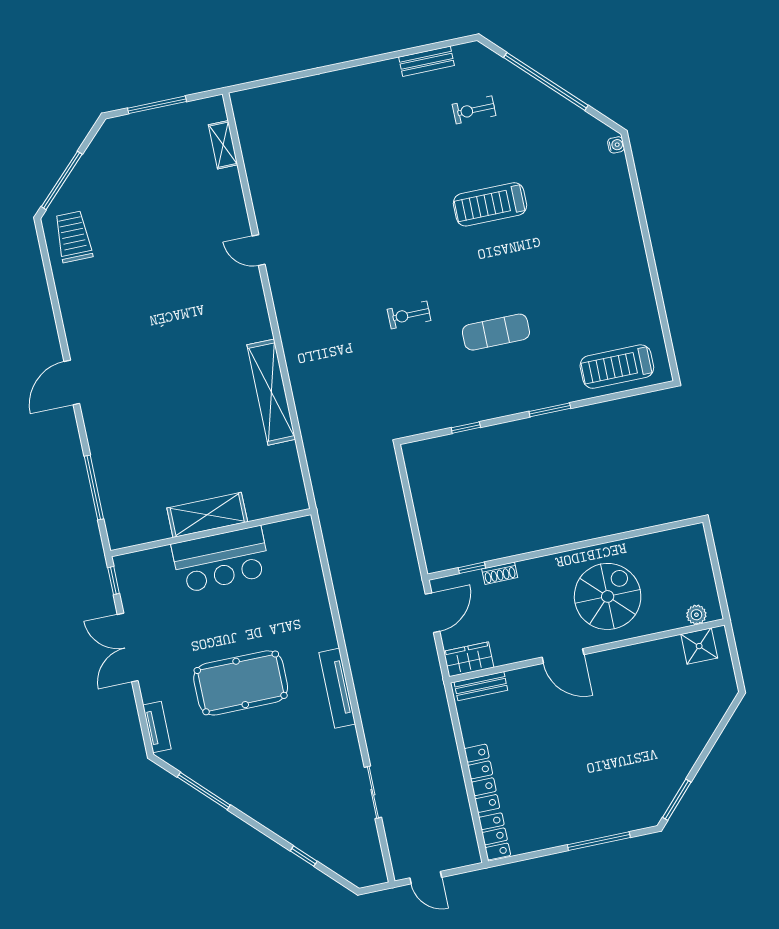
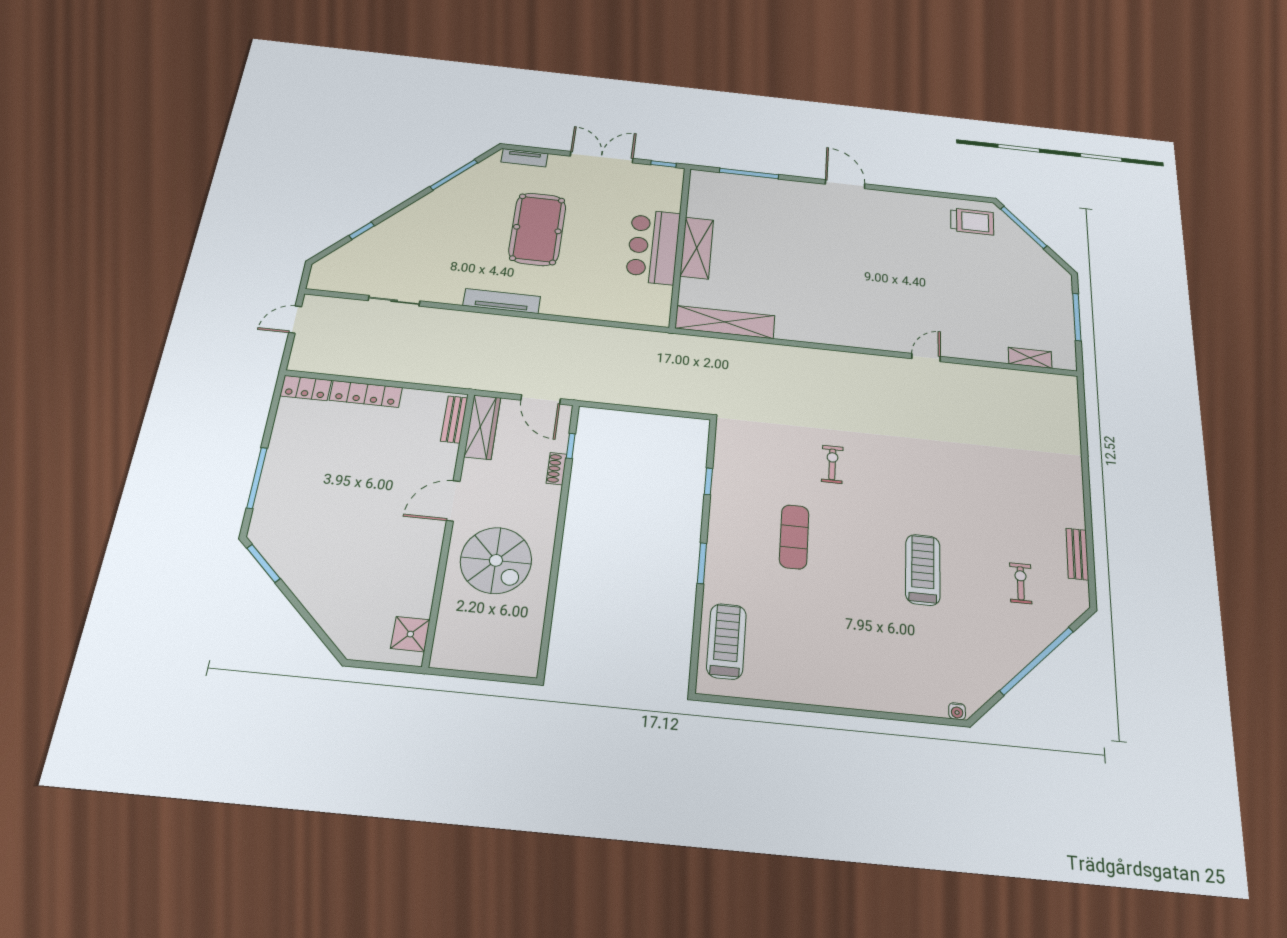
shelving: (271, 392) -> (725, 322), moved
plant: (696, 615) -> (444, 641), removed
wardrobe: (469, 659) -> (482, 427), width x1.50

